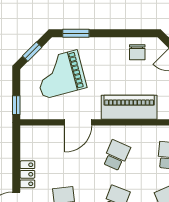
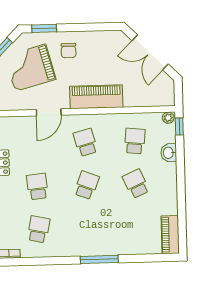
chair: (137, 52) -> (69, 51), moved
school desk: (116, 155) -> (85, 142), turned -39

